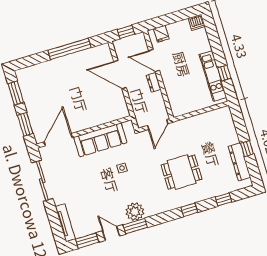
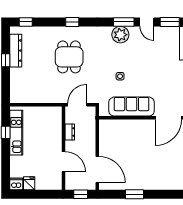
fridge: (161, 34) -> (29, 183), moved
window: (69, 49) -> (135, 194), width x0.47
door: (120, 75) -> (97, 169), moved
dresser: (154, 82) -> (70, 132), moved
dining table: (182, 172) -> (69, 57), turned 90
window: (224, 199) -> (26, 22), moved

